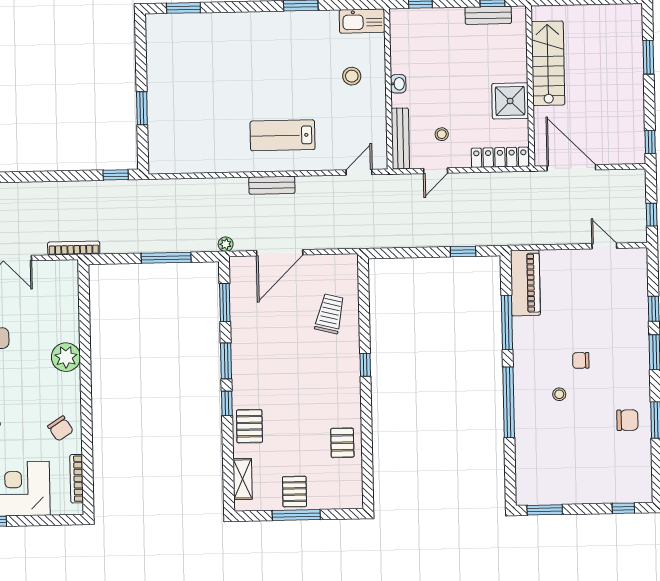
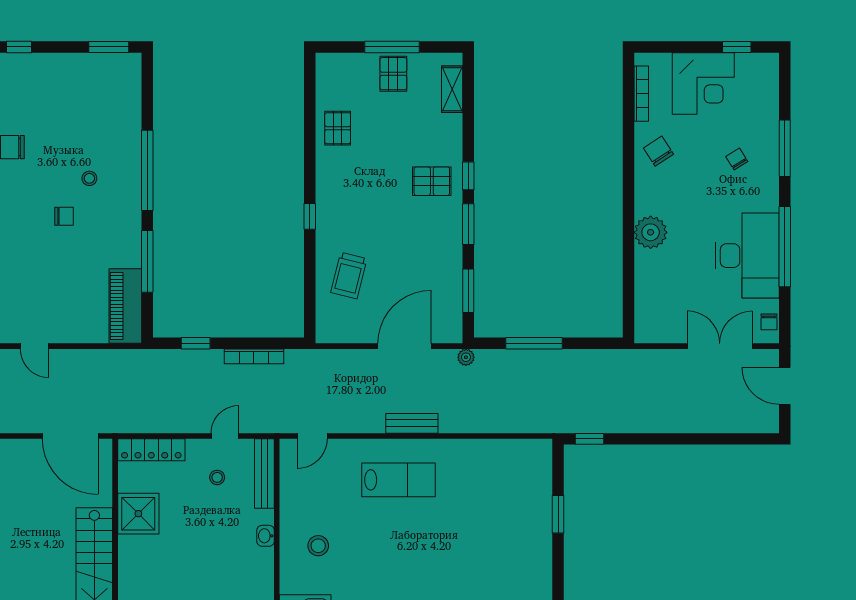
bookcase: (74, 248) -> (254, 356), moved
pallet: (249, 426) -> (432, 181), moved, turned 90

